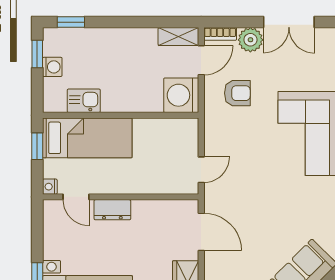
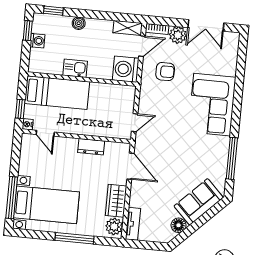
boiler: (108, 37) -> (79, 23), added
kitchen sink: (84, 101) -> (75, 68), moved
window: (37, 146) -> (20, 109), moved
dresser: (112, 210) -> (91, 147), moved

